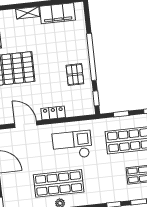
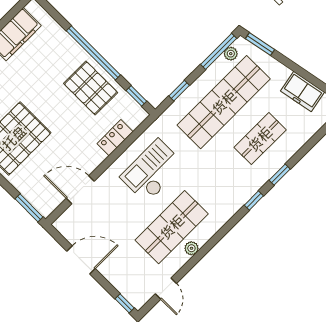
pallet: (75, 74) -> (91, 88), width x1.50, depth x1.42
locker: (53, 113) -> (115, 138), moved

